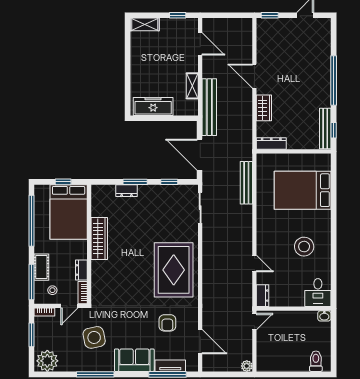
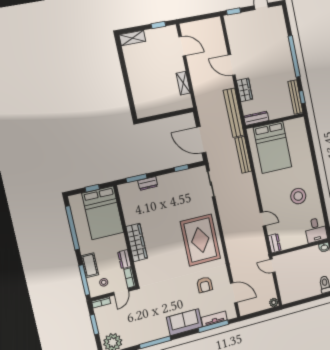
freezer: (153, 106) -> (155, 107), removed
bench: (209, 107) -> (234, 113), moved
window: (135, 182) -> (136, 178), moved
bed: (303, 190) -> (272, 147), moved, turned -90
wardrobe: (99, 238) -> (137, 243), moved
door: (254, 322) -> (272, 266), swing flipped
side table: (94, 337) -> (148, 312), removed

